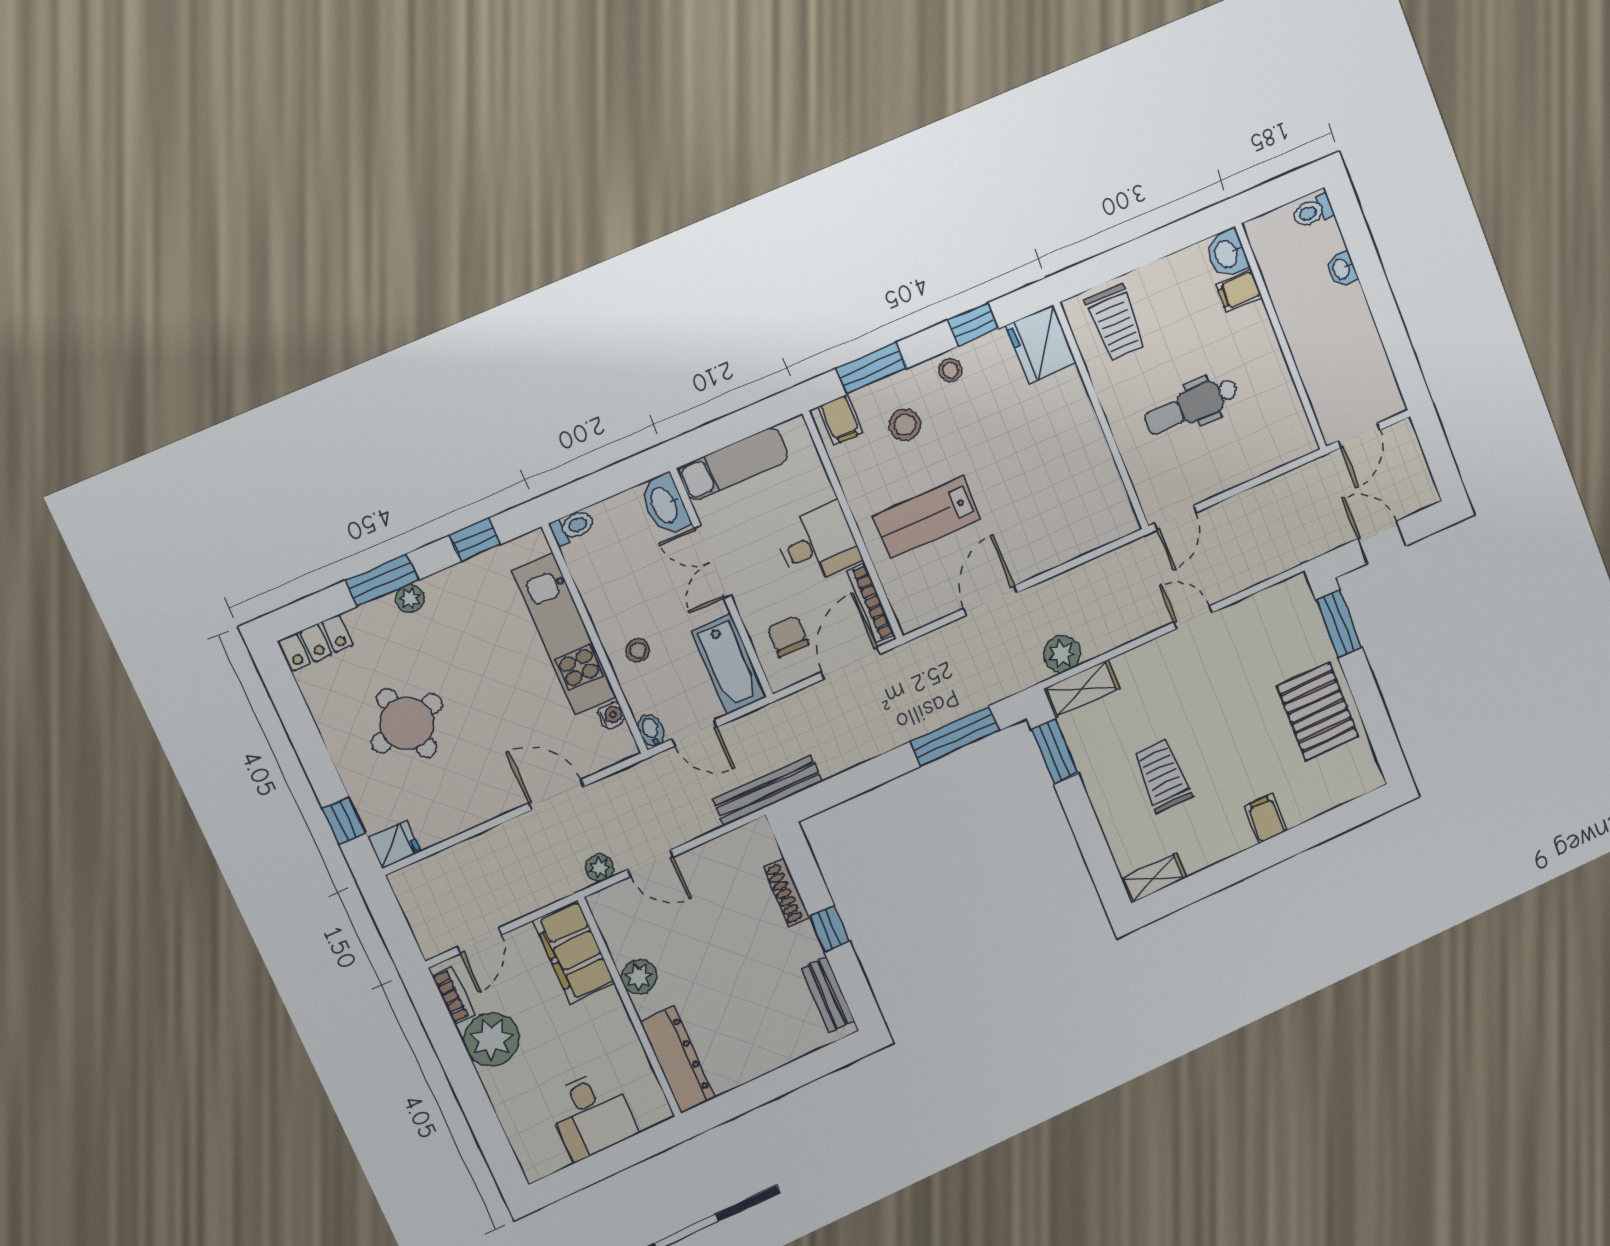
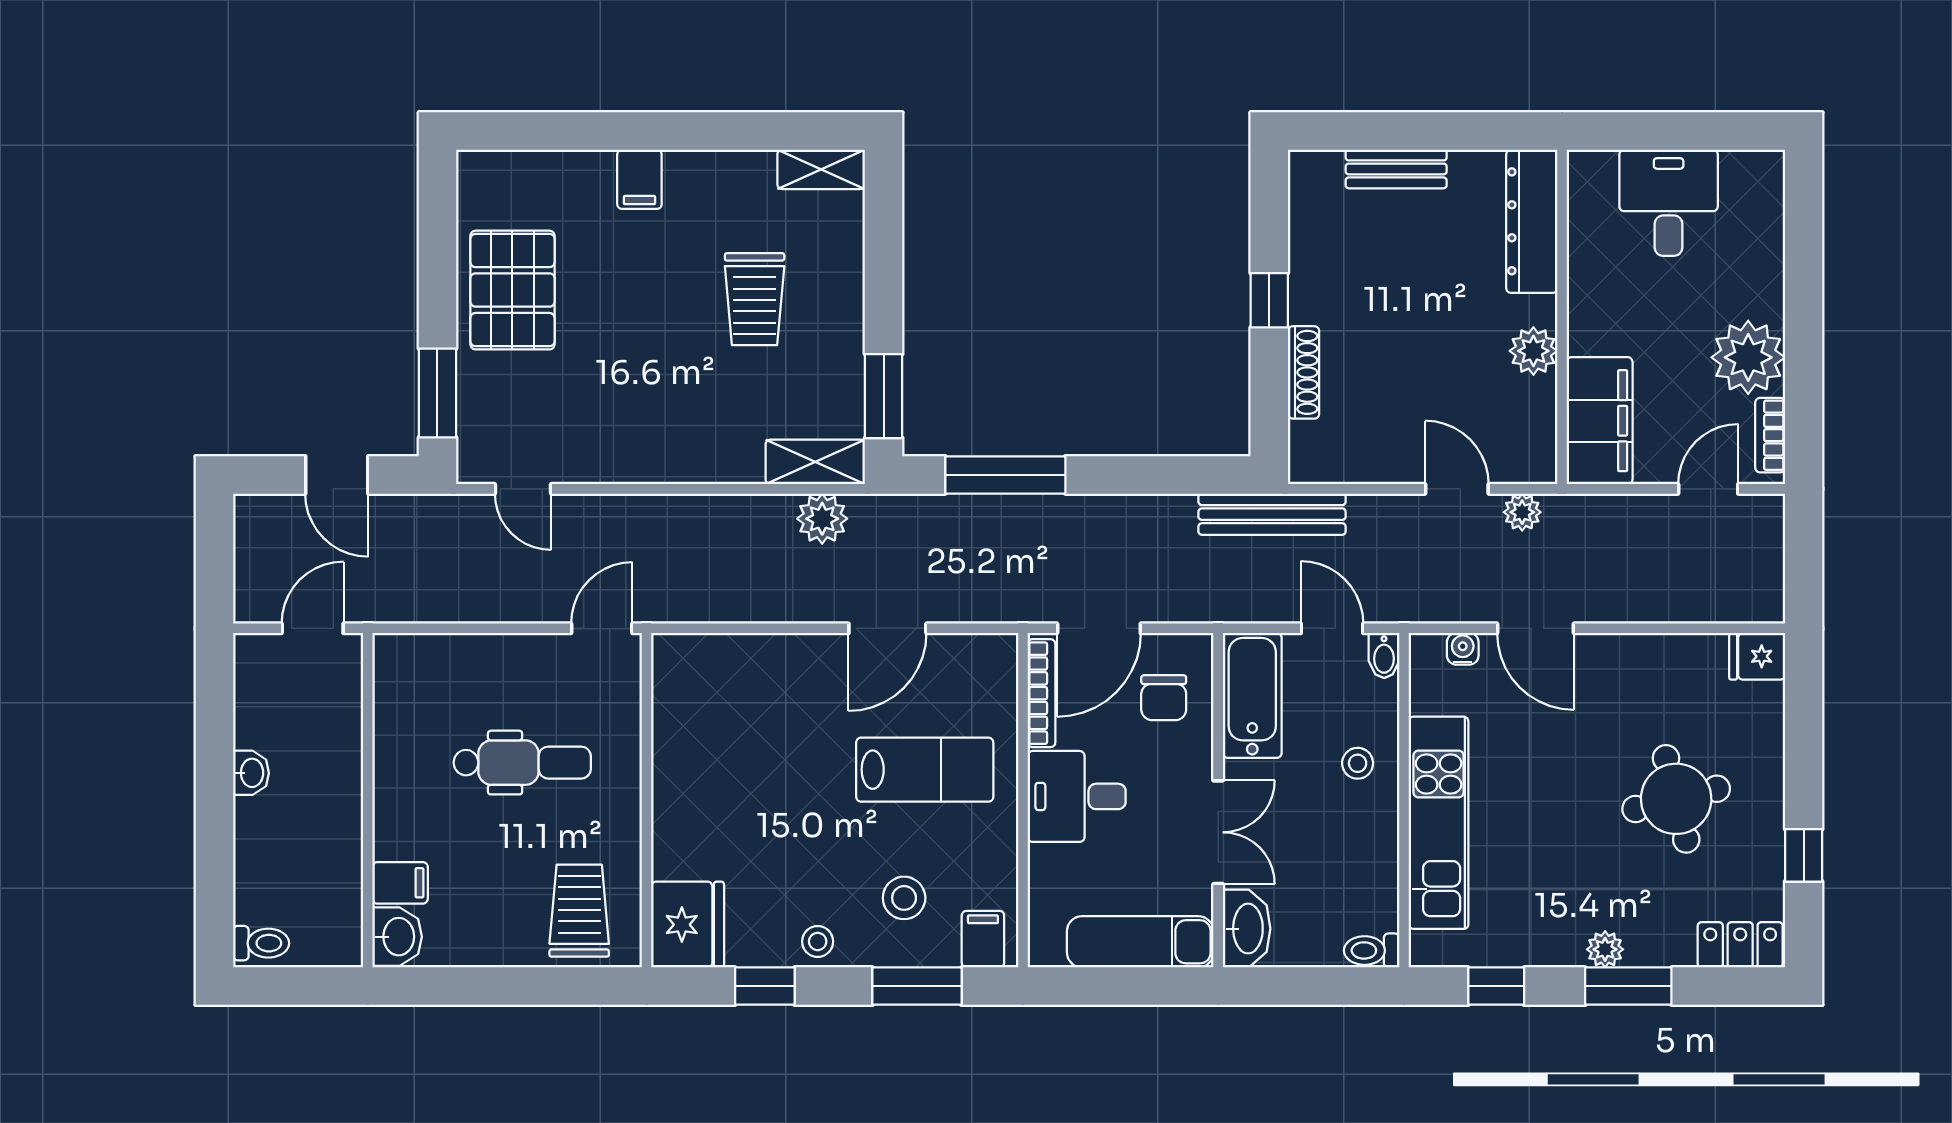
washbasin: (1342, 269) -> (251, 773), moved
door: (1193, 617) -> (523, 489), moved
water cooler: (612, 715) -> (1463, 649), moved, turned 90
window: (344, 821) -> (1804, 855), moved
bench: (828, 995) -> (1396, 169), moved, turned 90

